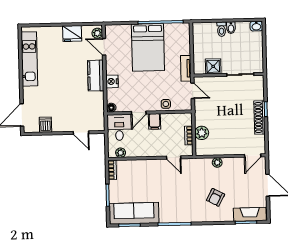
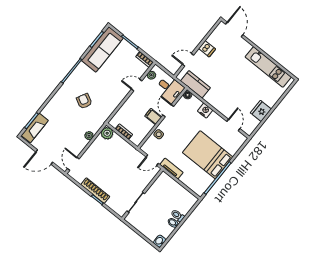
plant: (97, 33) -> (247, 128), removed
door: (104, 47) -> (233, 125), hinge flipped
shower: (213, 66) -> (157, 188), removed
kitchen counter: (96, 76) -> (195, 84), moved
dishwasher: (45, 125) -> (207, 49), moved
plant: (202, 133) -> (107, 133), moved
door: (174, 157) -> (137, 85), moved
armchair: (216, 197) -> (84, 101), moved

